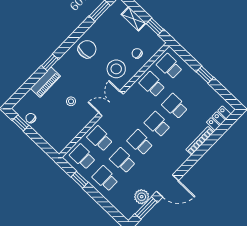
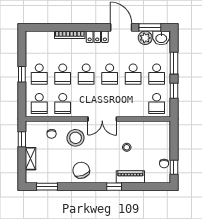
chair: (87, 49) -> (81, 170), turned 69
locker: (219, 118) -> (97, 37), moved
school desk: (100, 139) -> (39, 74), moved
window: (101, 200) -> (174, 63), added
washbasin: (130, 209) -> (161, 38), added

